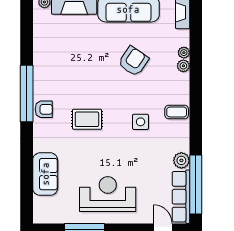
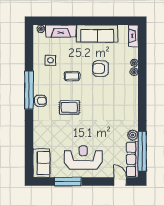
armchair: (133, 61) -> (101, 69), turned -124
coffee table: (177, 112) -> (72, 76), moved
side table: (141, 122) -> (50, 60), moved
sofa: (45, 174) -> (41, 163), moved

